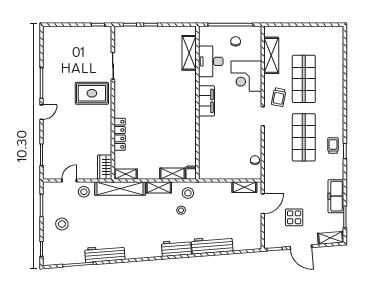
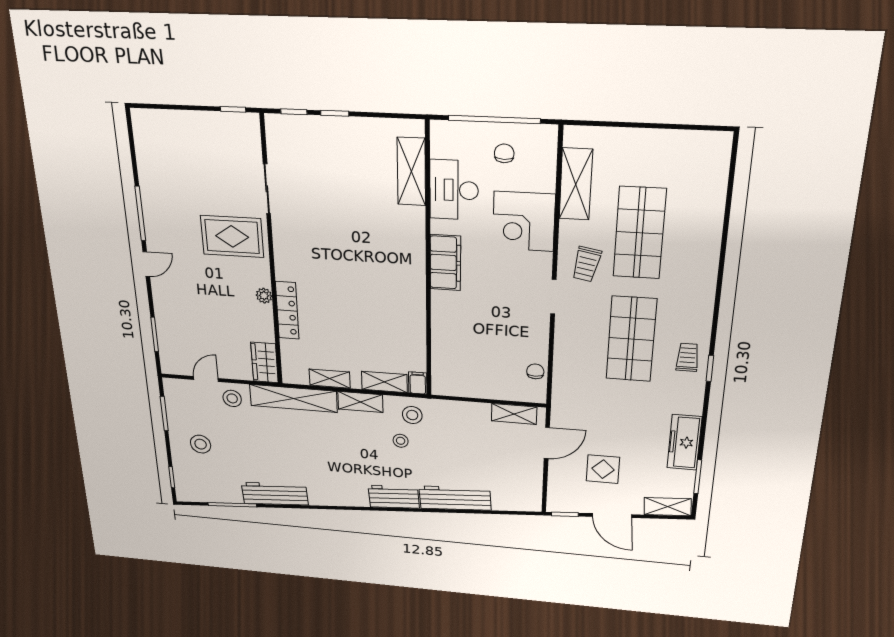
plant: (107, 126) -> (264, 296), added
shelving: (126, 174) -> (330, 379), moved

